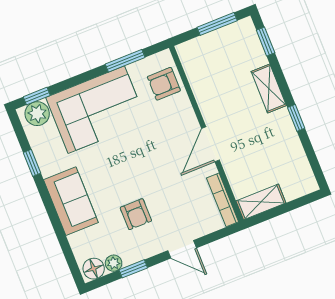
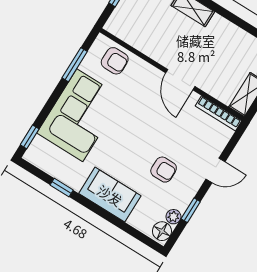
armchair: (164, 84) -> (115, 61), turned -90
plant: (37, 114) -> (39, 149), removed
window: (296, 118) -> (228, 15), removed

